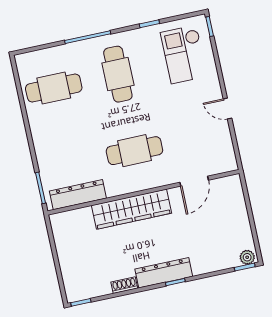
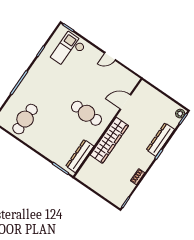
checkout: (184, 54) -> (68, 50), turned 90
cafe table: (118, 74) -> (48, 86), removed
cafe table: (134, 151) -> (86, 113), turned 90
door: (194, 181) -> (125, 102), swing flipped
dresser: (164, 273) -> (160, 140), moved

